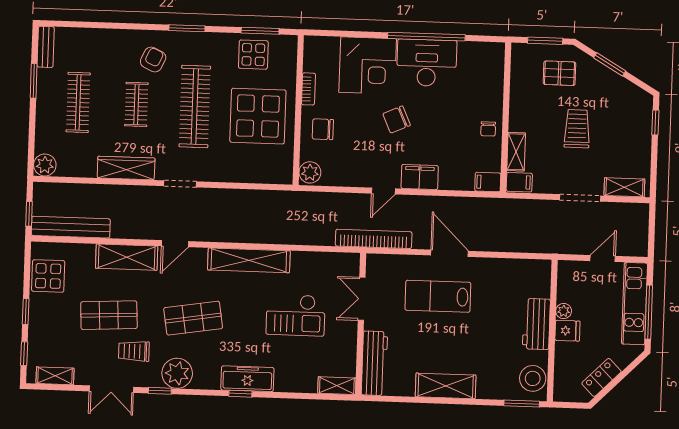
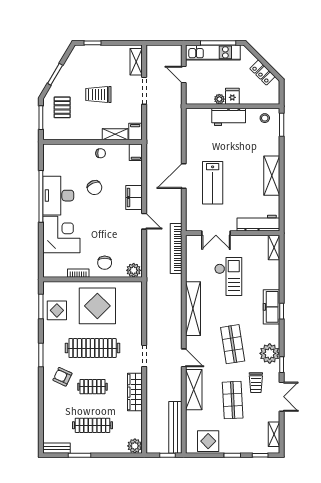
chair: (397, 120) -> (94, 188), moved
bookcase: (374, 239) -> (176, 249), moved
stool: (533, 378) -> (265, 118), width x0.53, depth x0.53

